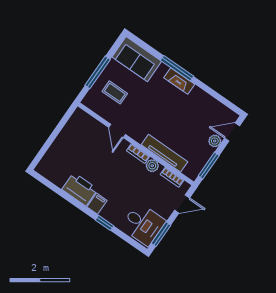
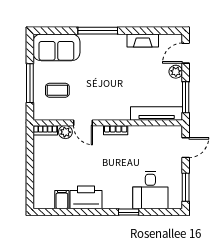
fireplace: (179, 81) -> (143, 41), moved
tv unit: (164, 153) -> (157, 113), moved
plant: (152, 166) -> (65, 132), moved
bookcase: (172, 177) -> (45, 130), moved
filing cabinet: (97, 204) -> (62, 200), moved
desk: (143, 224) -> (150, 190), moved, turned 90

